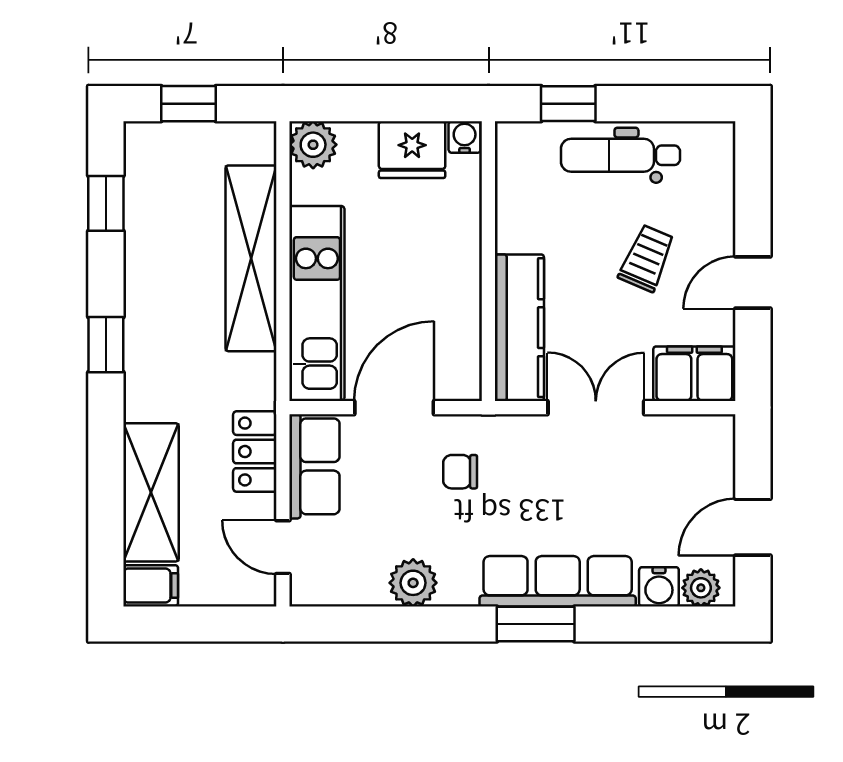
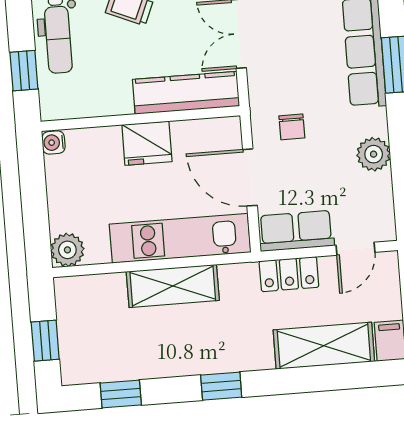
fridge: (412, 150) -> (147, 143), moved, turned 90
shelving: (251, 258) -> (173, 286), width x0.68

